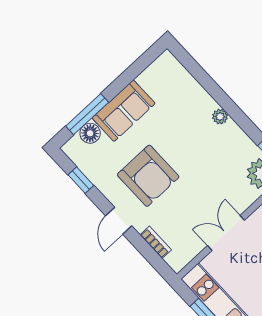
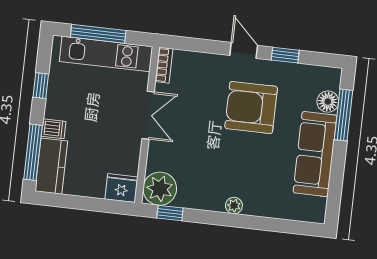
sofa: (124, 111) -> (315, 154), width x1.36
window: (81, 180) -> (285, 55), moved
bookcase: (156, 242) -> (164, 65), moved, turned -90

